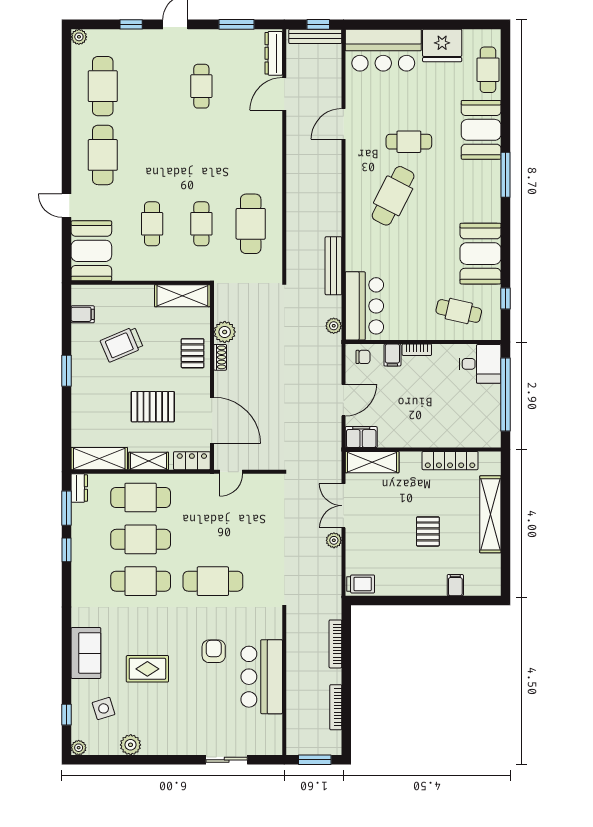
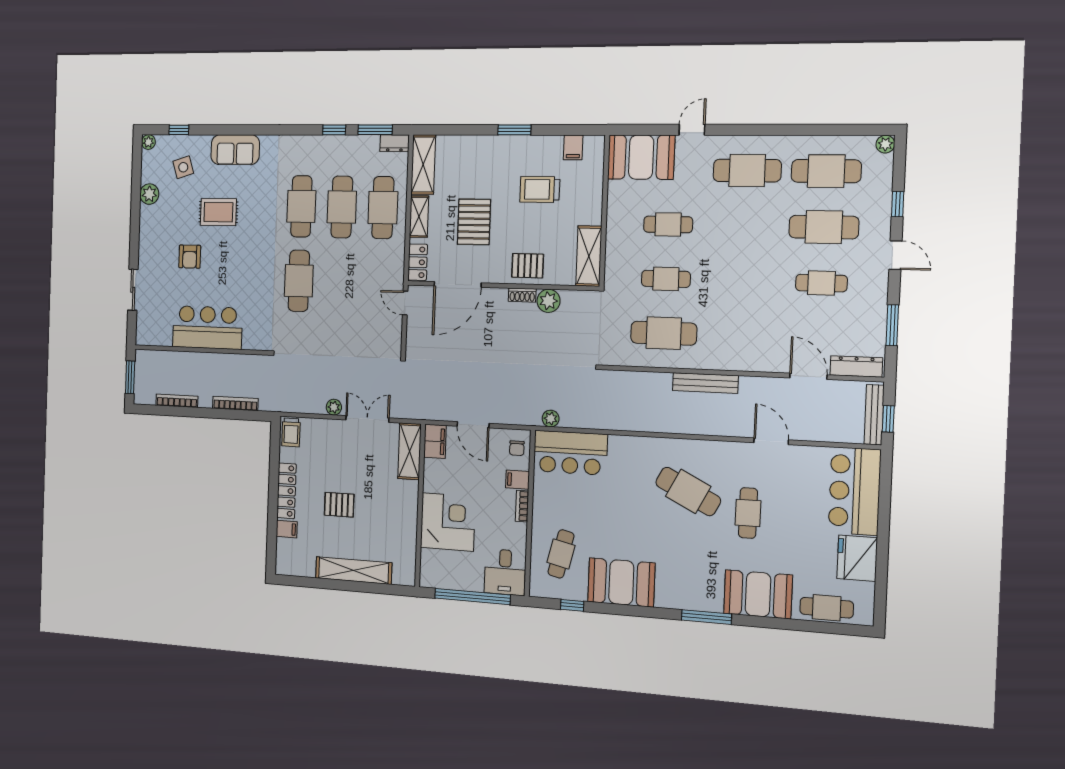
cafe table: (152, 86) -> (824, 227), added
bench: (333, 266) -> (705, 383), moved
trolley: (122, 344) -> (540, 189), turned -67
corner desk: (437, 421) -> (448, 522), added
locker: (450, 461) -> (286, 491), moved, turned 180
armchair: (214, 651) -> (190, 257), moved, turned 90
rug: (147, 669) -> (218, 212), turned 90

